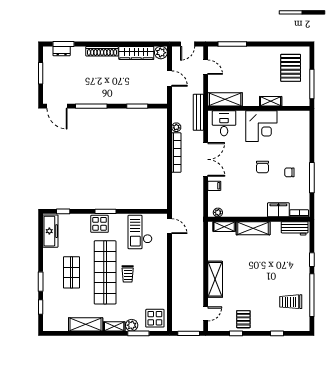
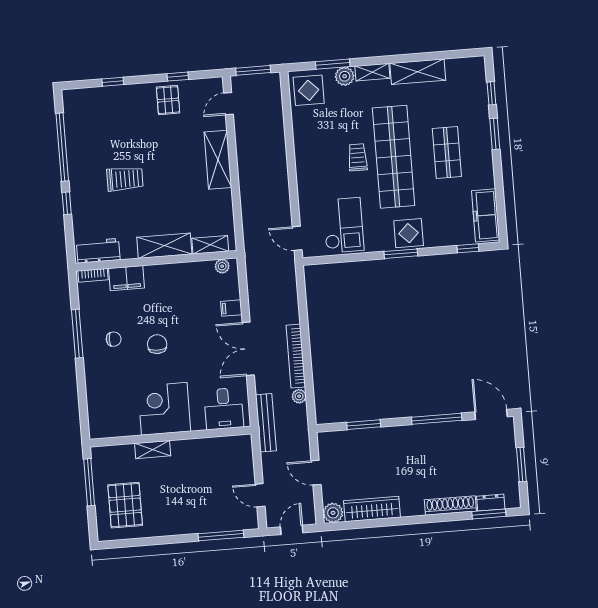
shoe rack: (102, 51) -> (450, 506), moved
shelving: (225, 99) -> (225, 447), removed
trolley: (291, 302) -> (125, 179), moved

